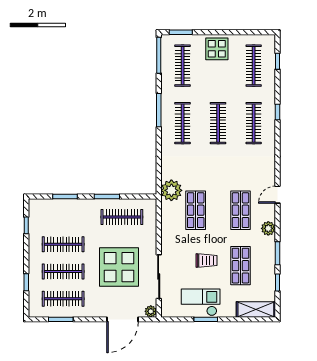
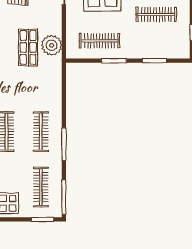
plant: (171, 190) -> (52, 45), moved

